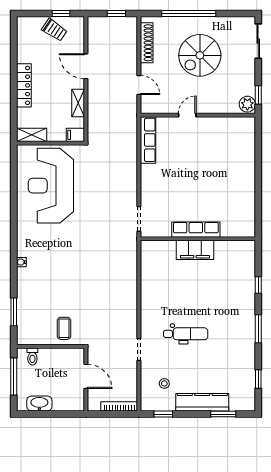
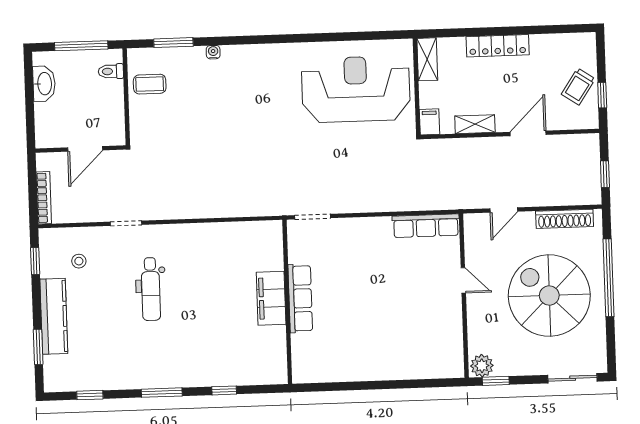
spiral stairs: (200, 55) -> (549, 296), width x1.37, depth x1.37
water cooler: (21, 262) -> (213, 52), moved
coffee table: (64, 328) -> (150, 84), moved

